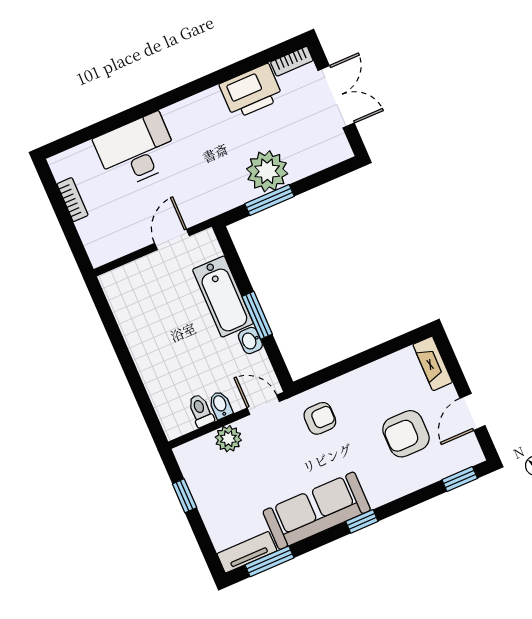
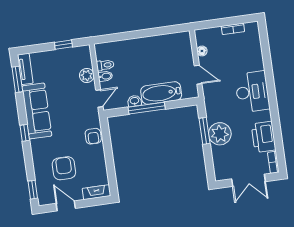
desk: (136, 151) -> (252, 92), moved
floor lamp: (128, 244) -> (202, 51), added
window: (257, 315) -> (147, 108), width x1.44
armchair: (320, 418) -> (93, 136), moved

